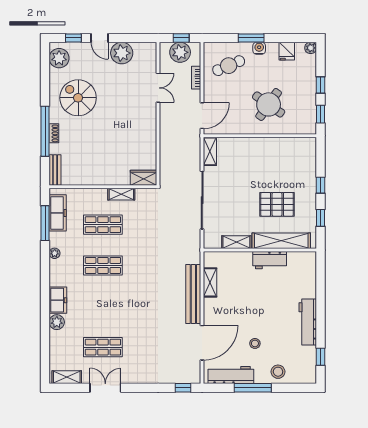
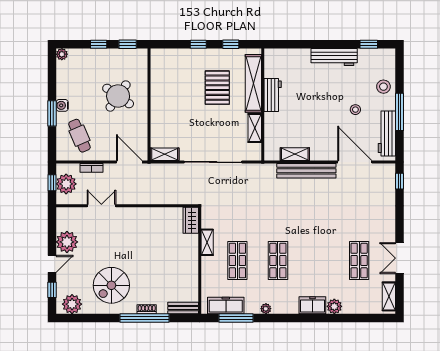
fridge: (287, 51) -> (65, 78), removed

